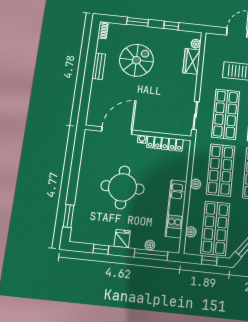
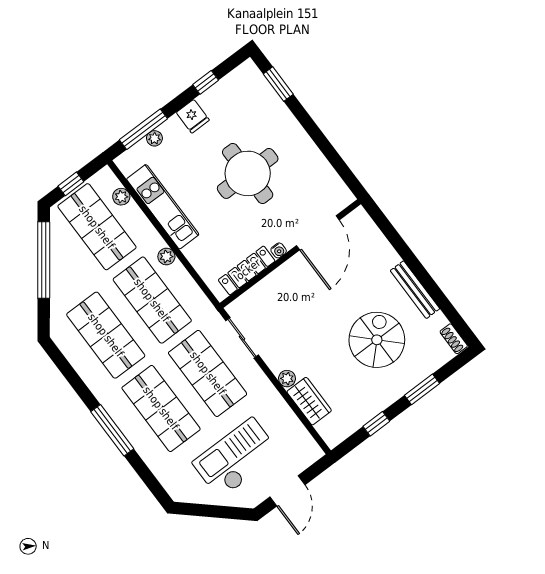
plant: (196, 44) -> (287, 379), moved
spiral stairs: (136, 60) -> (377, 340), turned 180
bench: (99, 66) -> (415, 290), width x1.36

